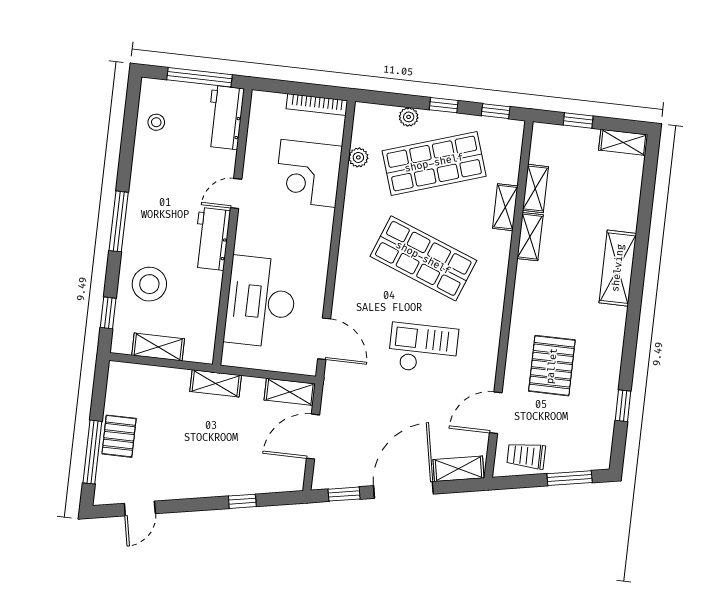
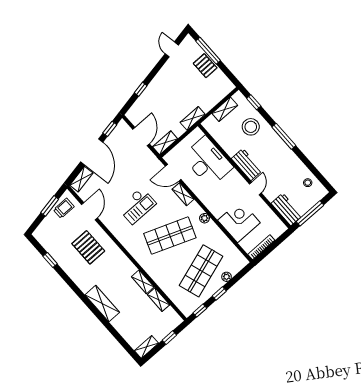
plant: (358, 157) -> (204, 218), moved
shelving: (505, 207) -> (183, 194), moved
window: (570, 478) -> (50, 206), moved

